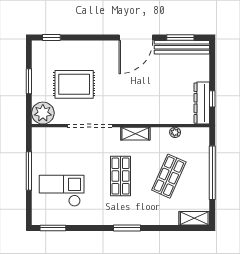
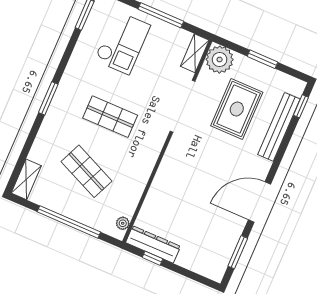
door: (136, 38) -> (260, 202), hinge flipped
bench: (182, 47) -> (279, 127), moved
plant: (175, 132) -> (123, 223), moved
shelving: (135, 134) -> (195, 53), moved

